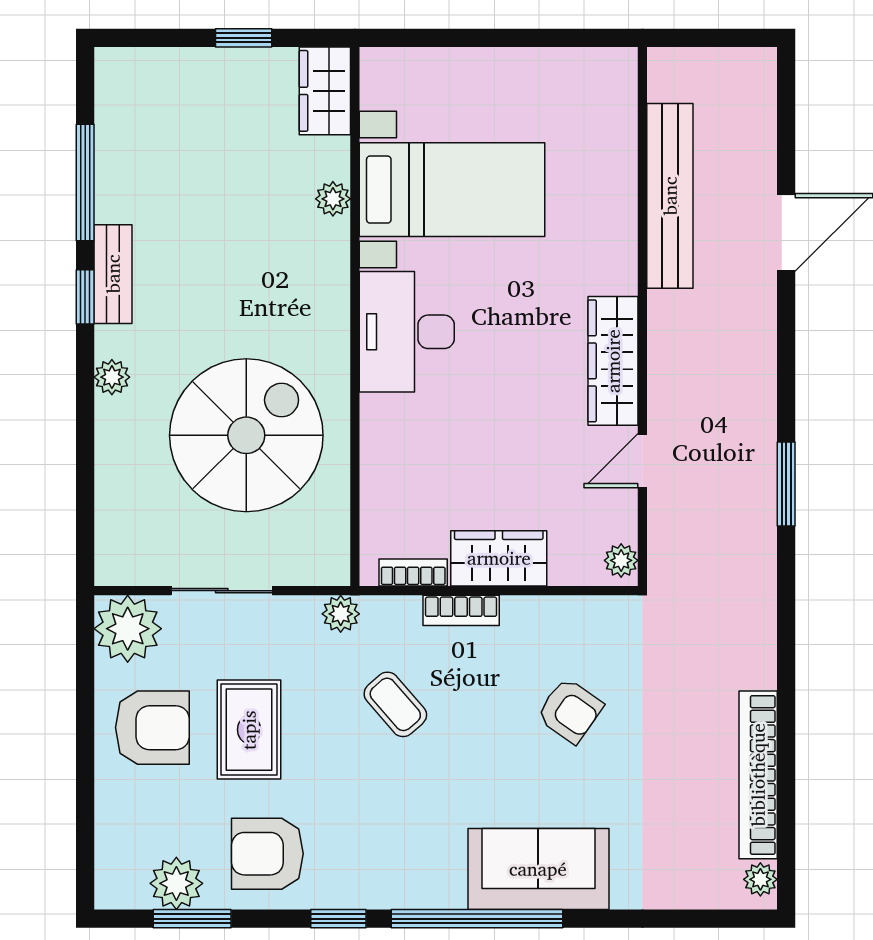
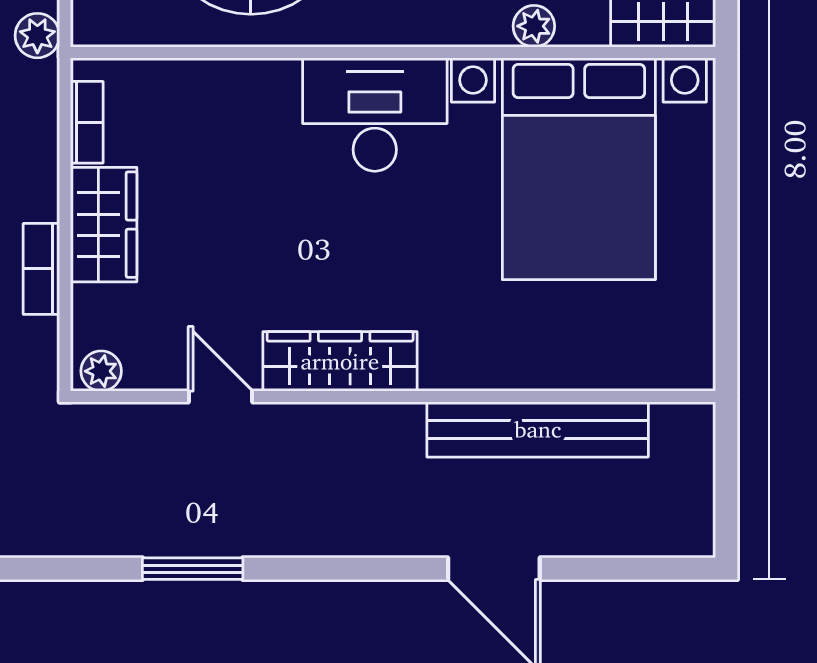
bed with nightstands: (452, 190) -> (579, 169), width x1.36
bookcase: (461, 610) -> (41, 269), moved

